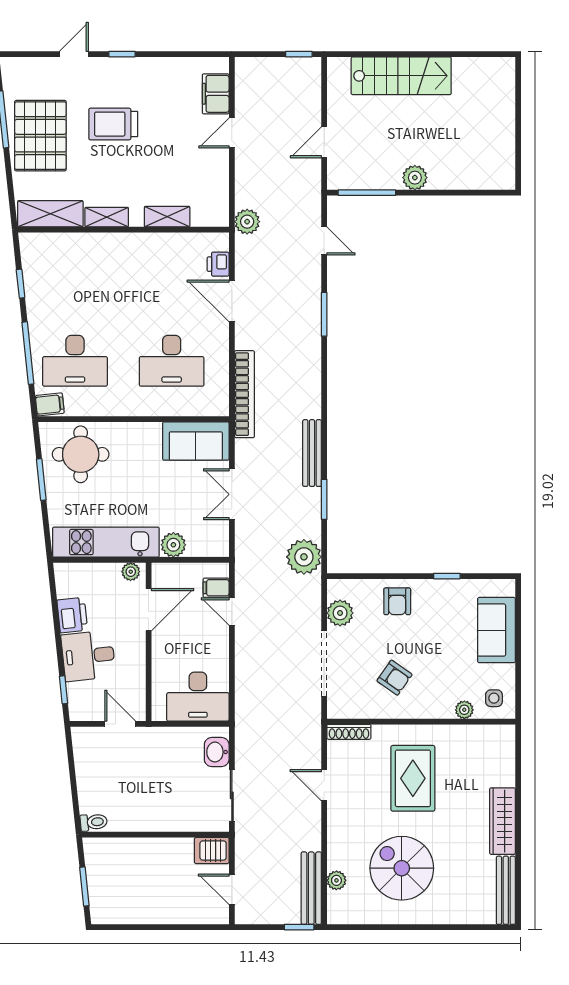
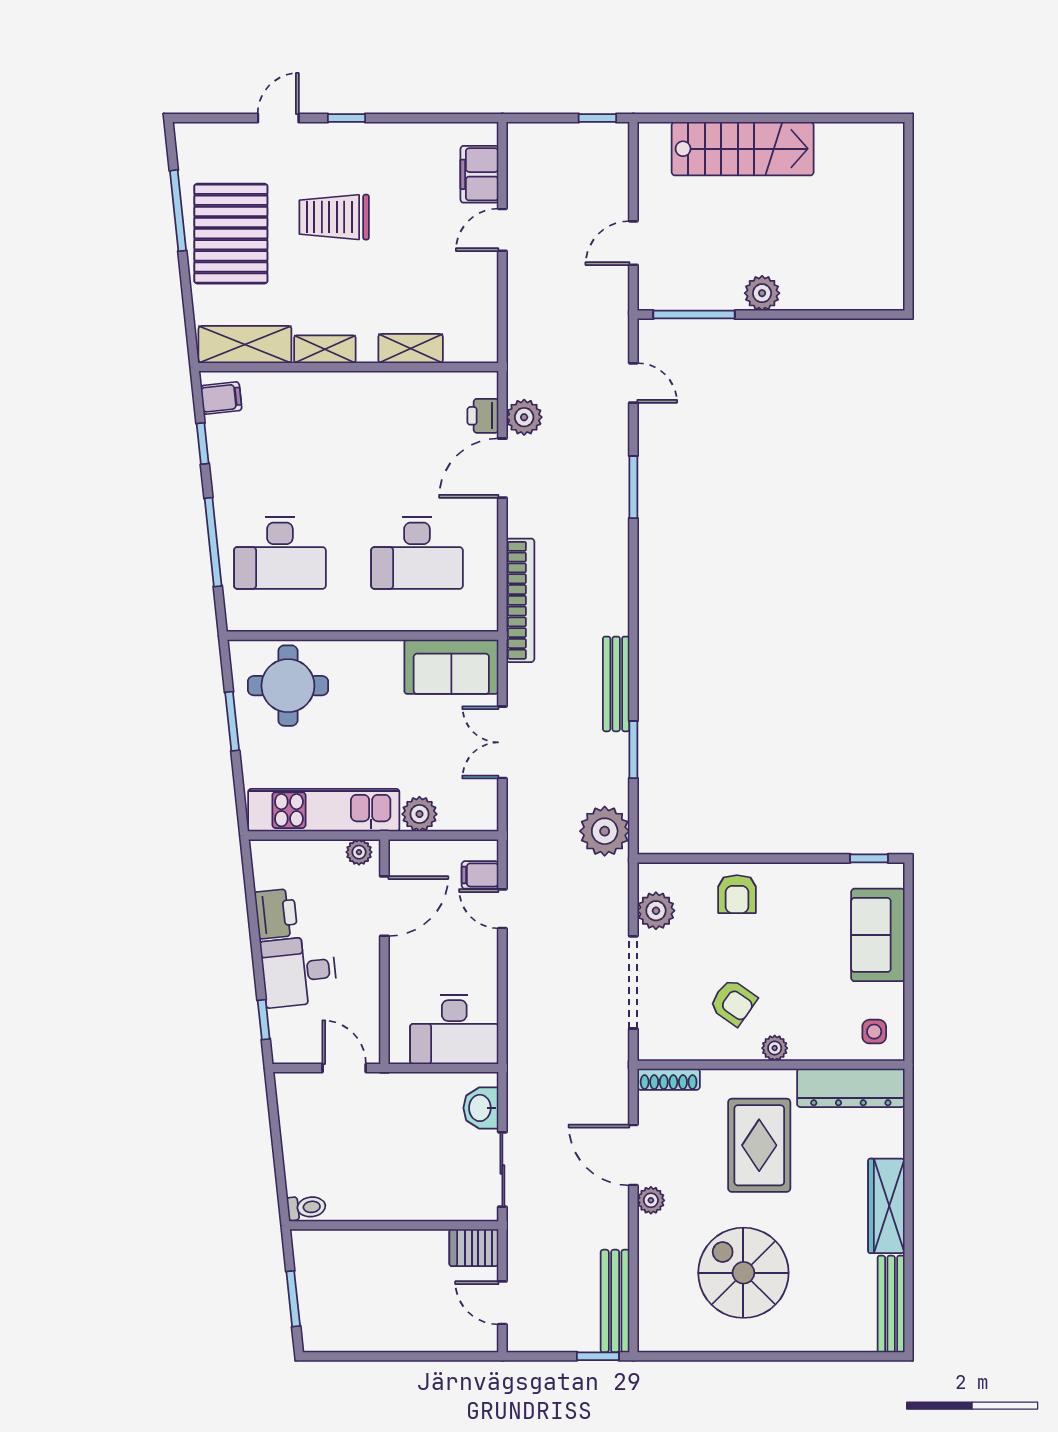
plant: (247, 222) -> (524, 417), moved
door: (232, 301) -> (502, 468), hinge flipped
filing cabinet: (50, 404) -> (221, 398), moved
window: (447, 576) -> (869, 858), moved
plant: (464, 710) -> (775, 1048), moved
dresser: (477, 738) -> (851, 1088), added
door: (324, 785) -> (633, 1155), width x1.38
plant: (336, 880) -> (651, 1200), moved

